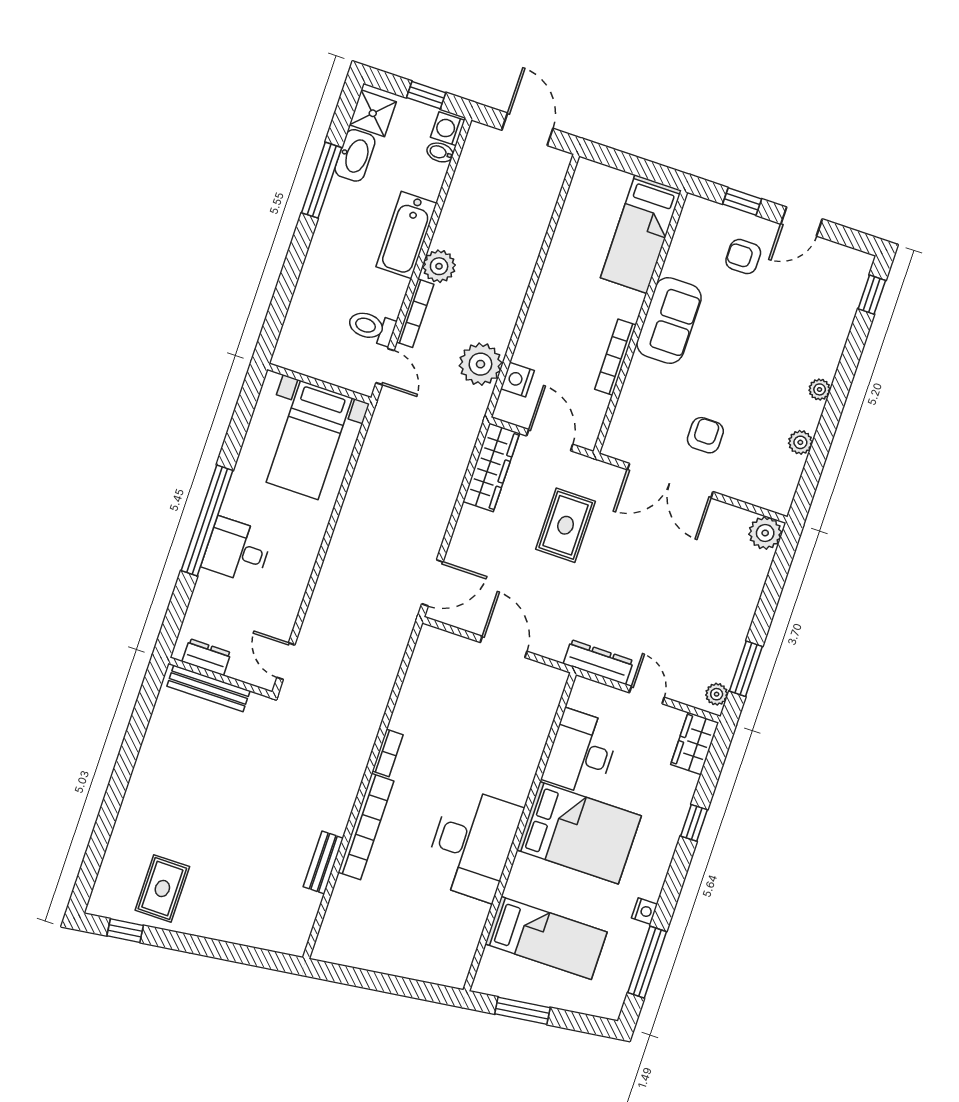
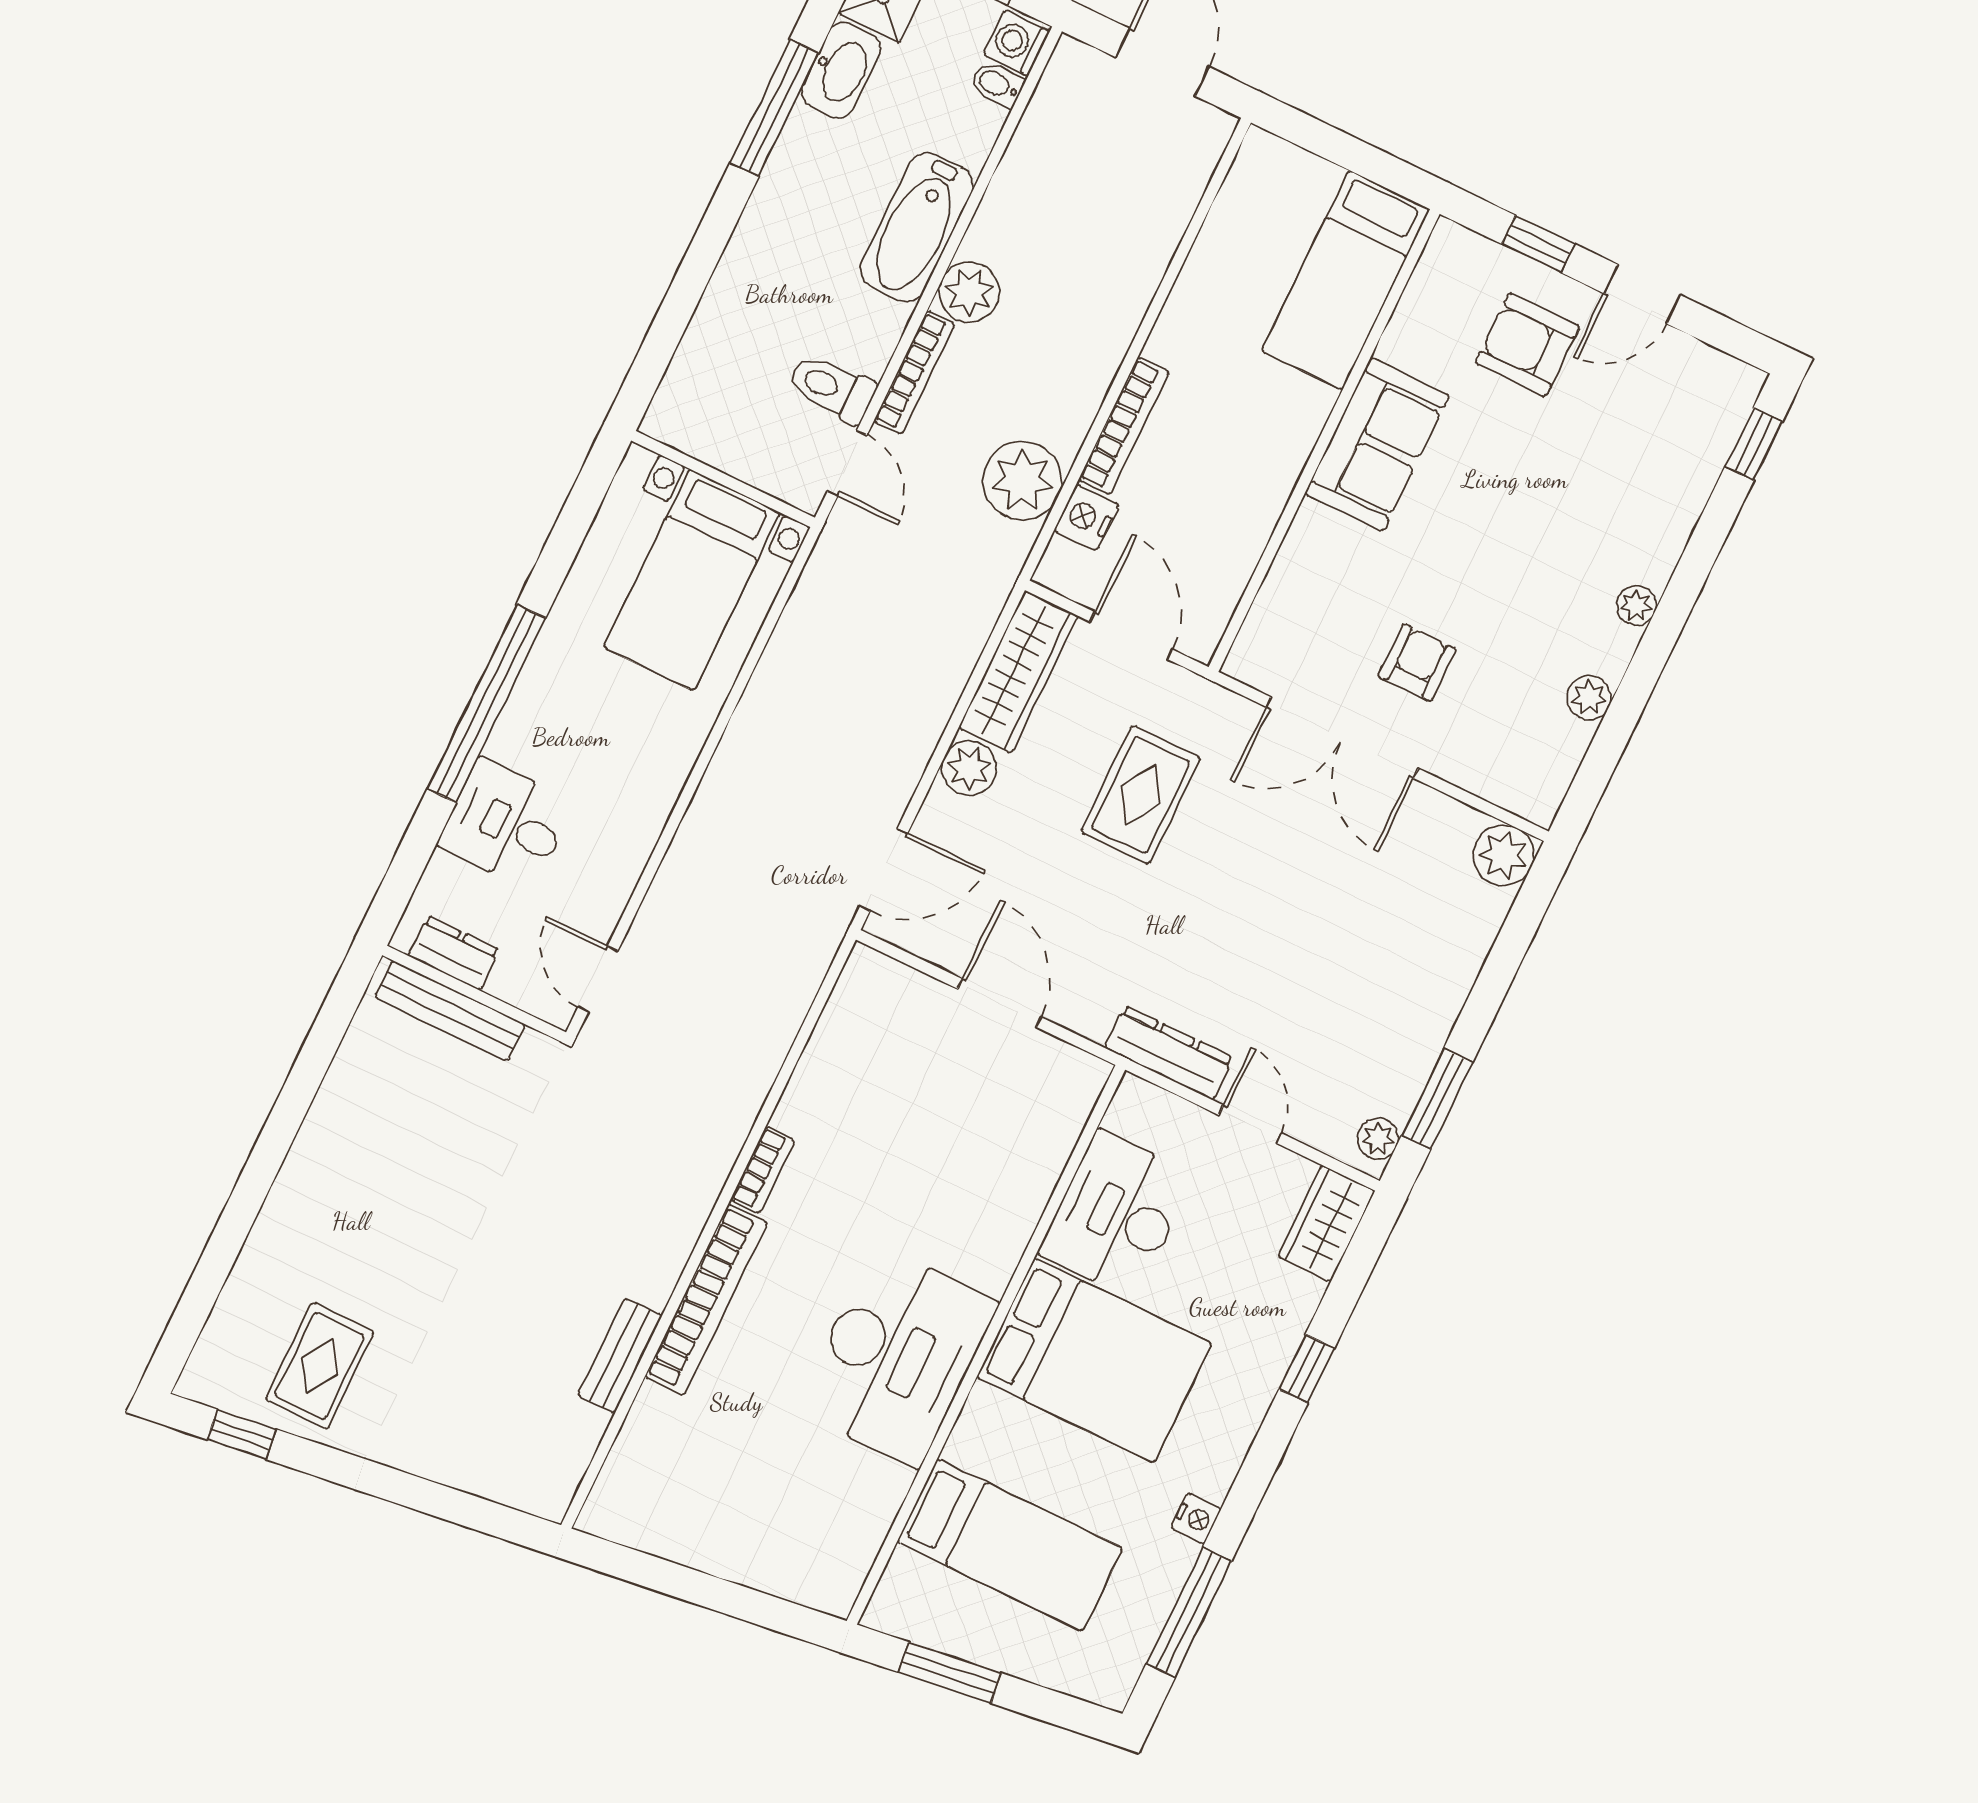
armchair: (743, 257) -> (1527, 345), width x1.38, depth x1.38
bookcase: (615, 357) -> (1124, 426), moved, turned 180
plant: (471, 522) -> (969, 768), added
desk: (237, 550) -> (506, 824), moved

